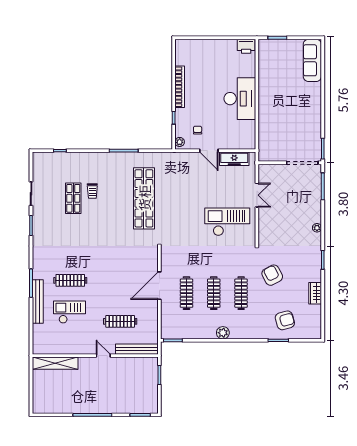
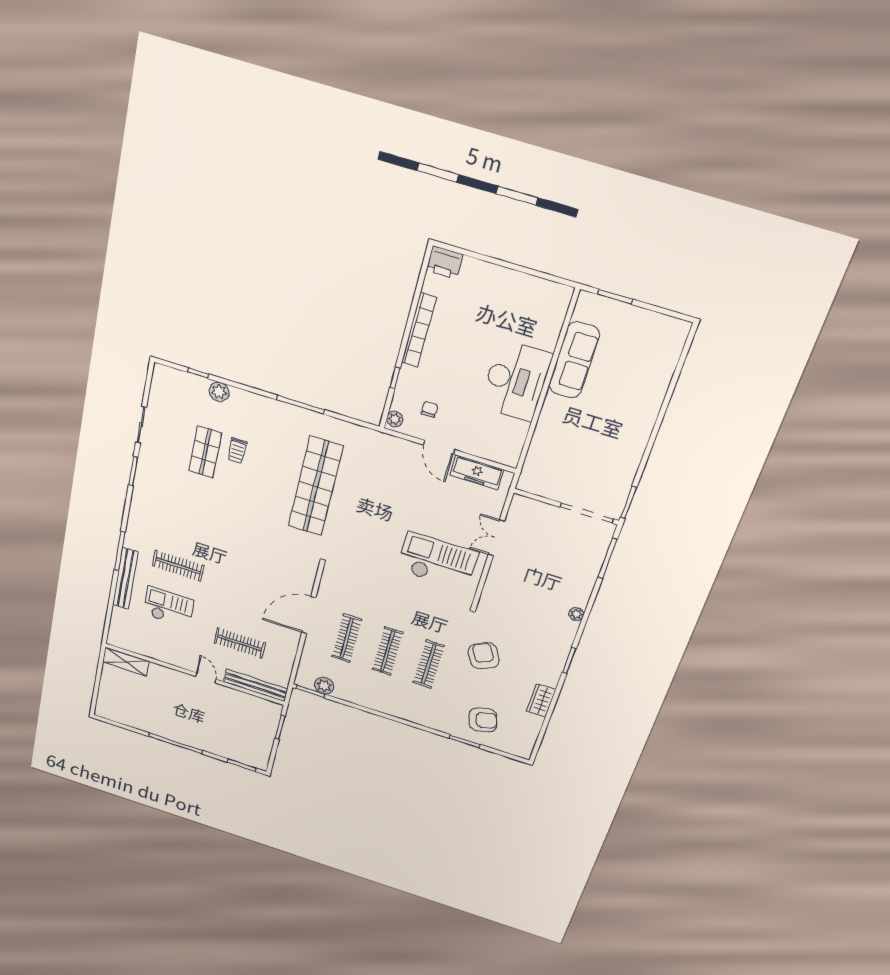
printer: (246, 46) -> (445, 263), moved
sofa: (312, 60) -> (574, 360), moved, turned 180
plant: (74, 158) -> (219, 392), added
double door: (257, 195) -> (496, 538), swing flipped
plant: (223, 333) -> (324, 686), moved
shelving: (55, 363) -> (126, 662), width x0.68

